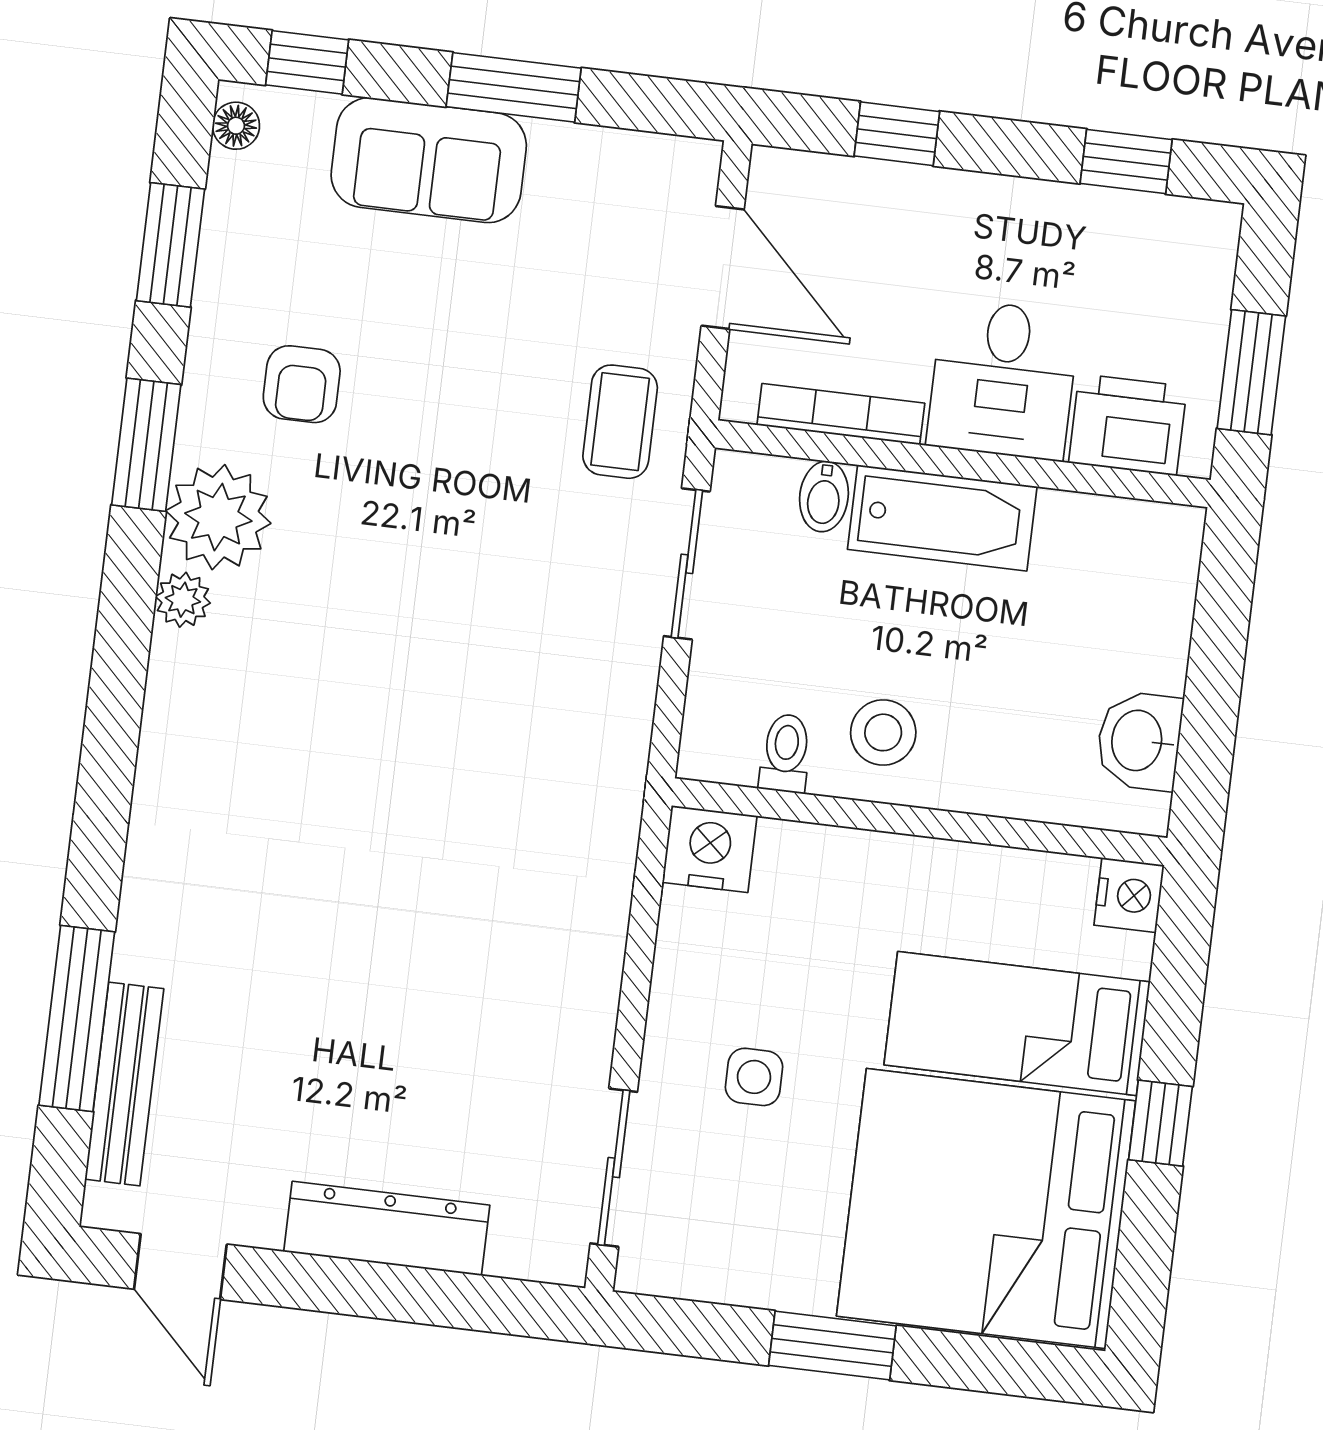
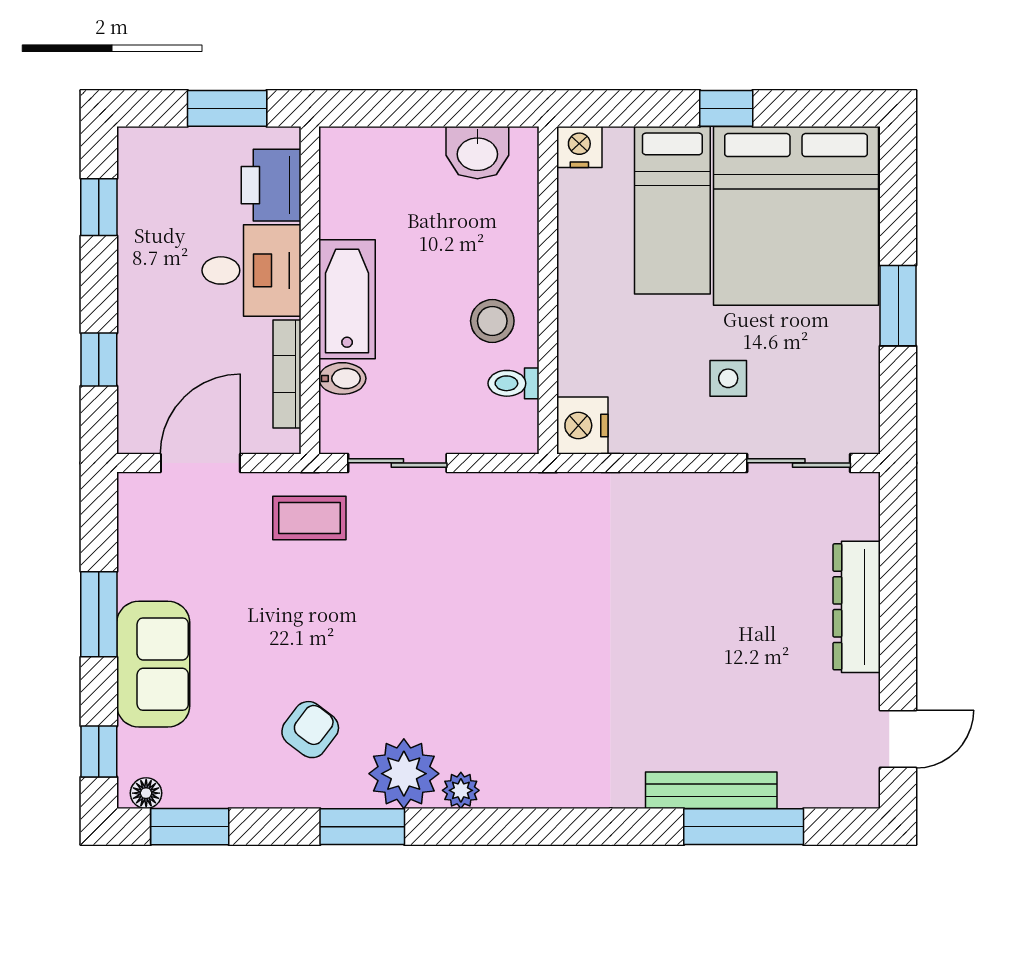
window: (170, 245) -> (190, 827), moved
armchair: (302, 384) -> (310, 730), turned -53
bench: (124, 1084) -> (711, 790), moved

